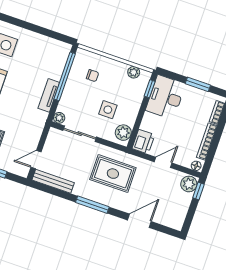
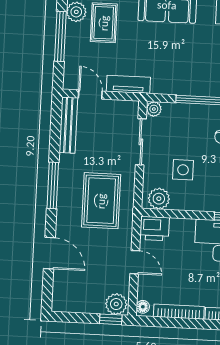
tv unit: (49, 95) -> (128, 84), moved

